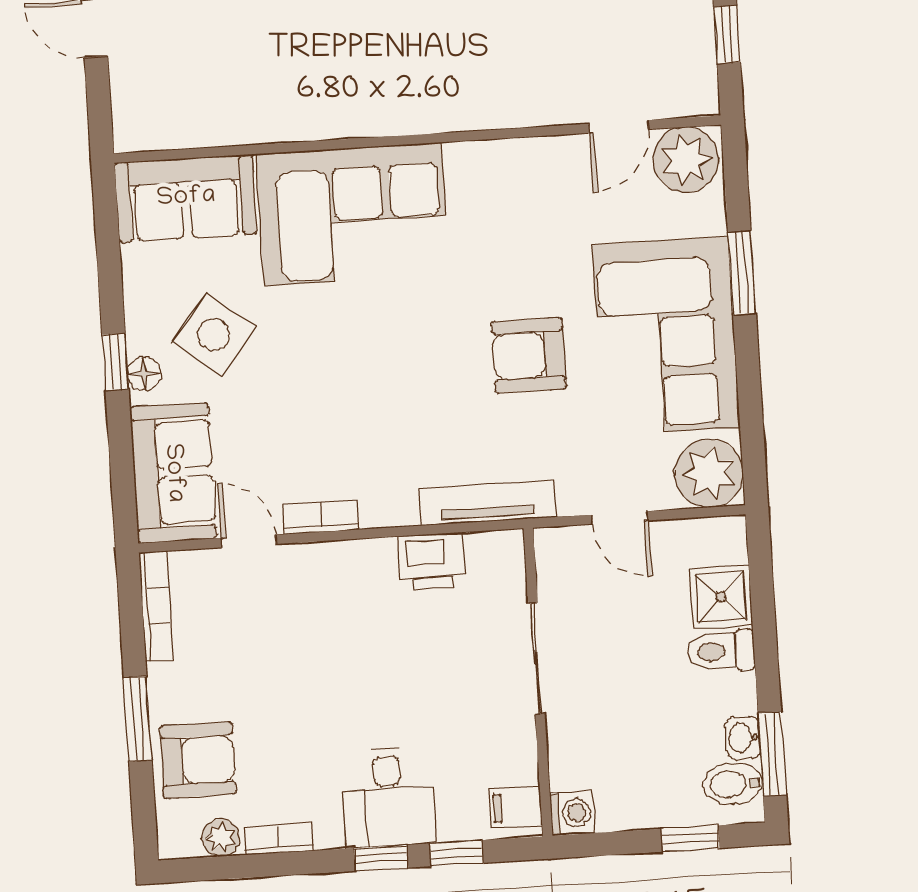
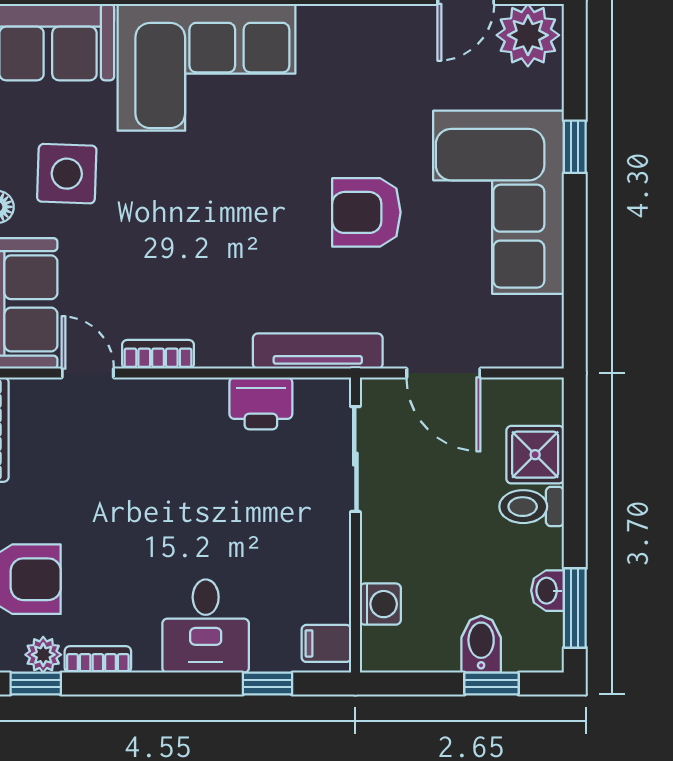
window: (742, 273) -> (575, 147), width x0.67
side table: (214, 334) -> (67, 174), turned -36
plant: (709, 473) -> (531, 336), removed
door: (620, 518) -> (443, 373), width x1.38
sliding door: (536, 658) -> (355, 459), moved
bidet: (733, 784) -> (481, 644), moved, turned 90
washing machine: (572, 813) -> (380, 604), moved
window: (381, 858) -> (36, 684), moved

